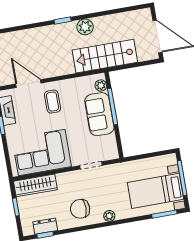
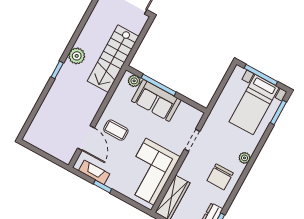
door: (28, 84) -> (86, 138), swing flipped

